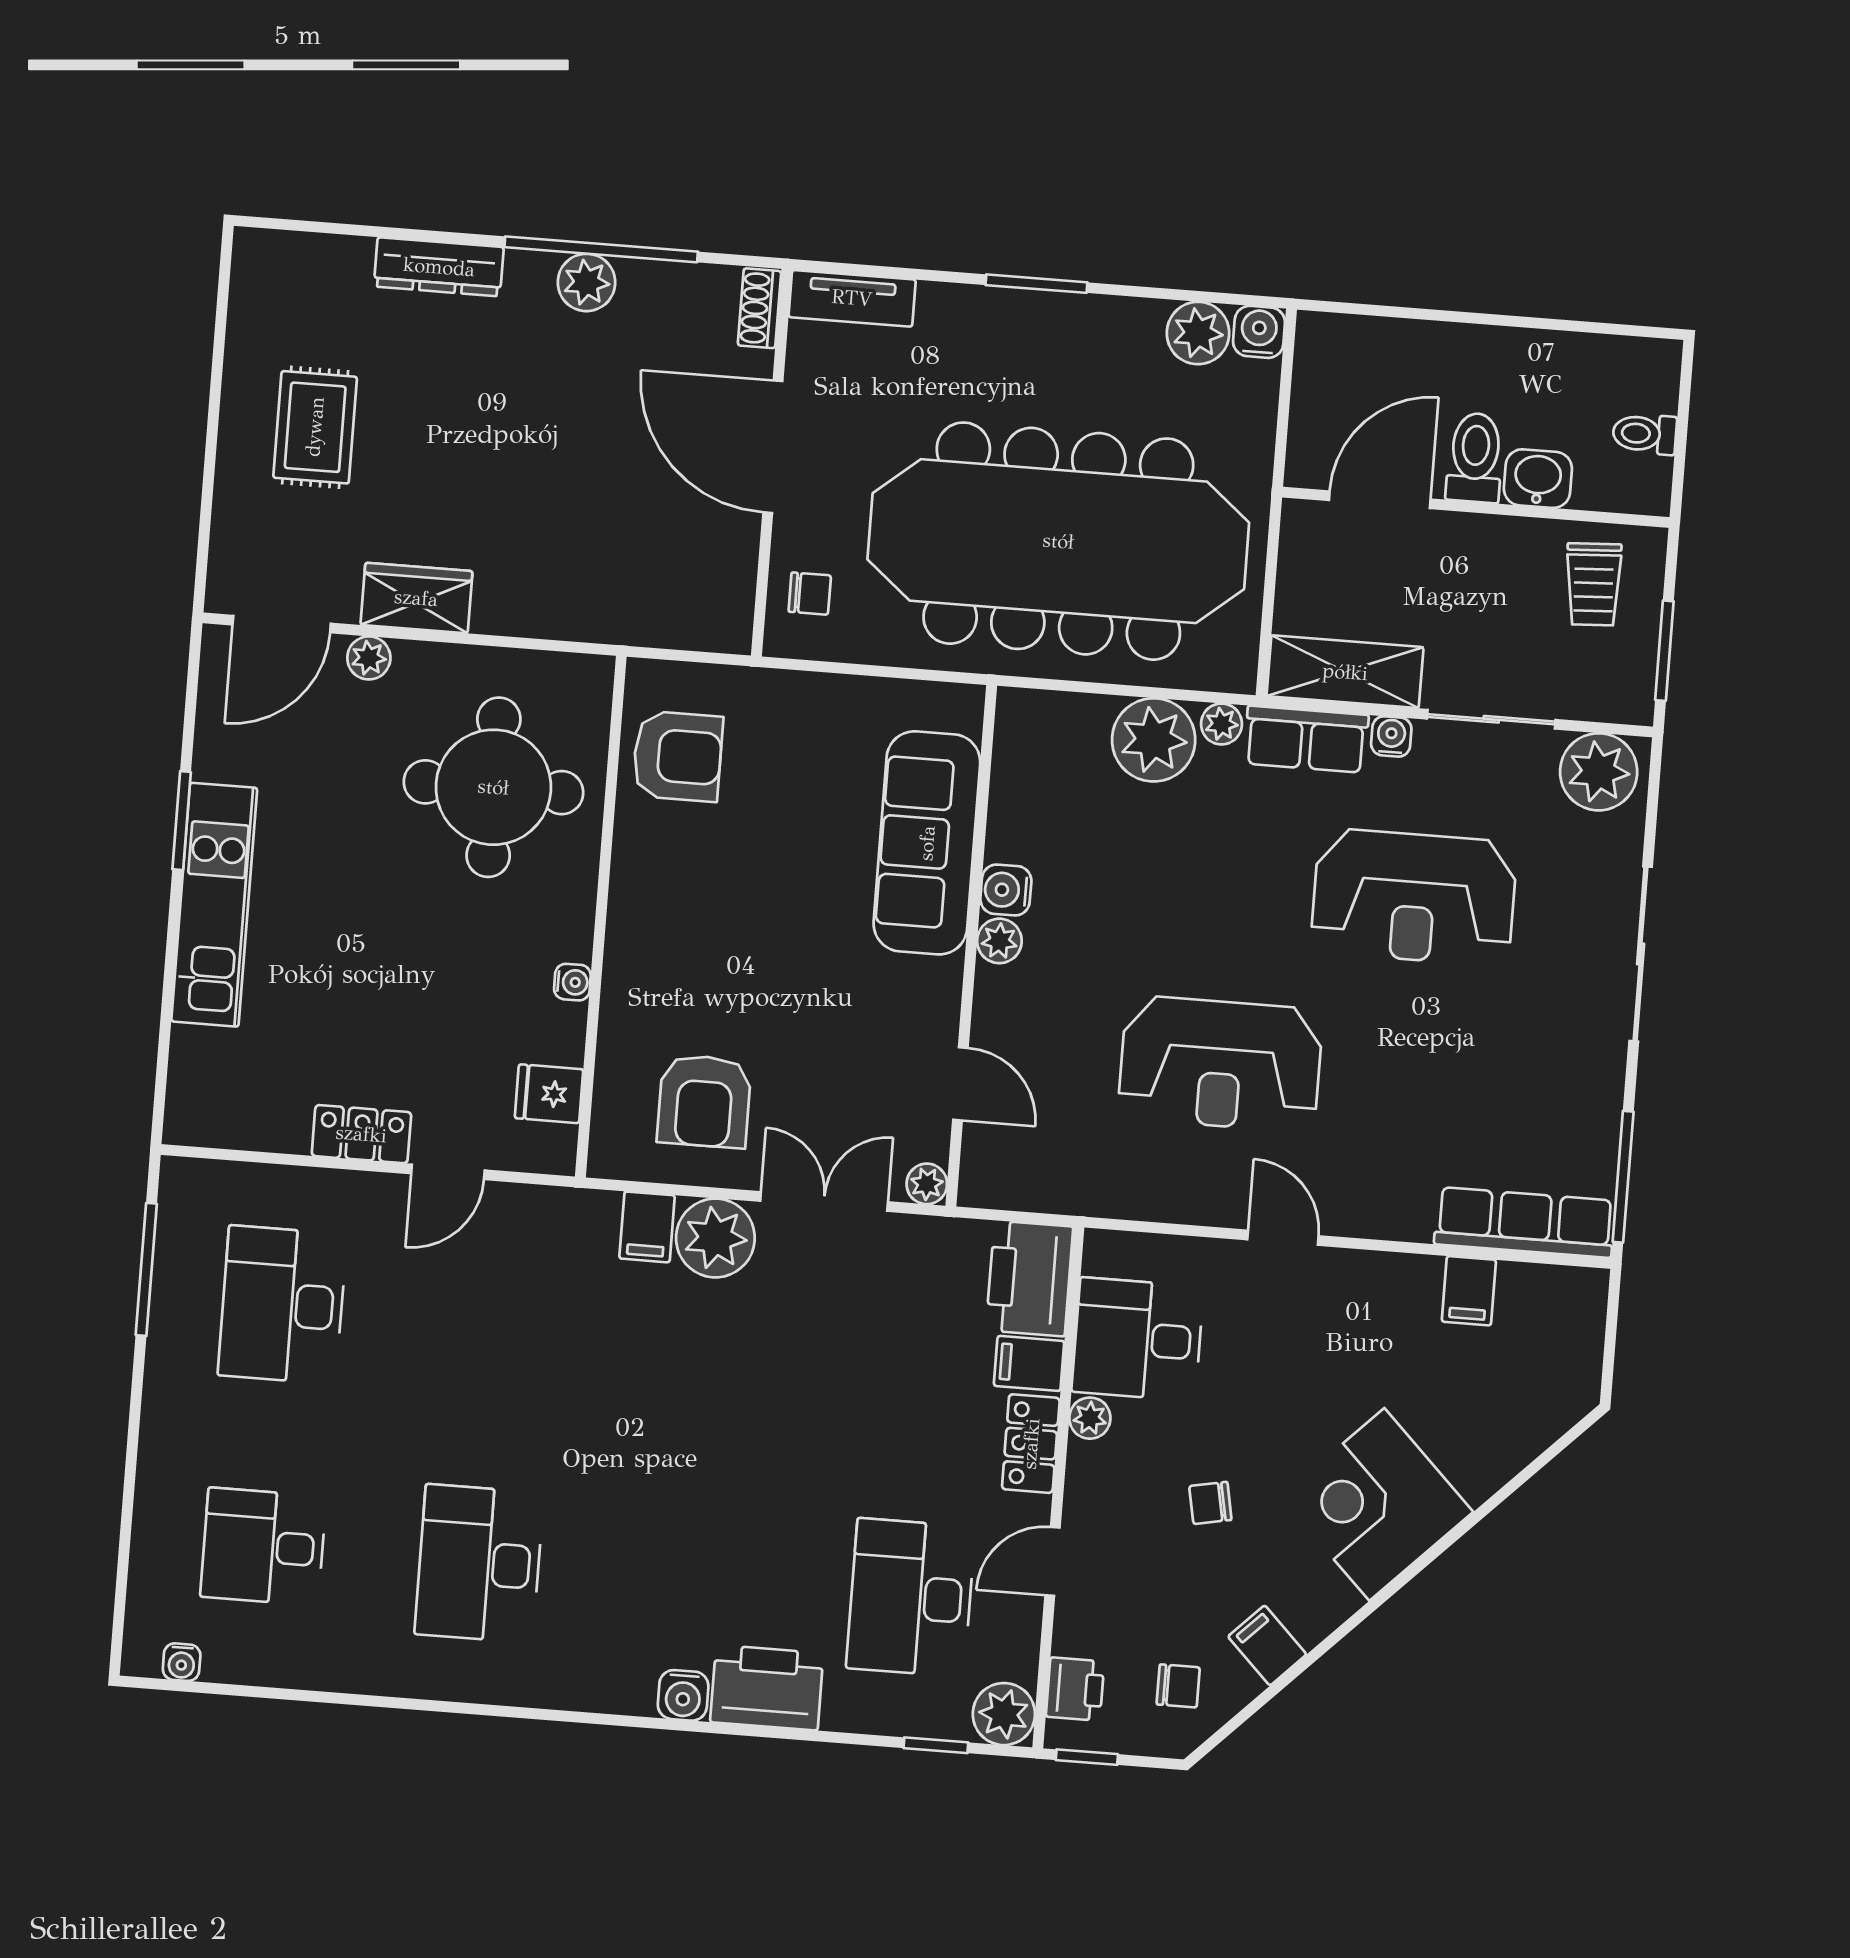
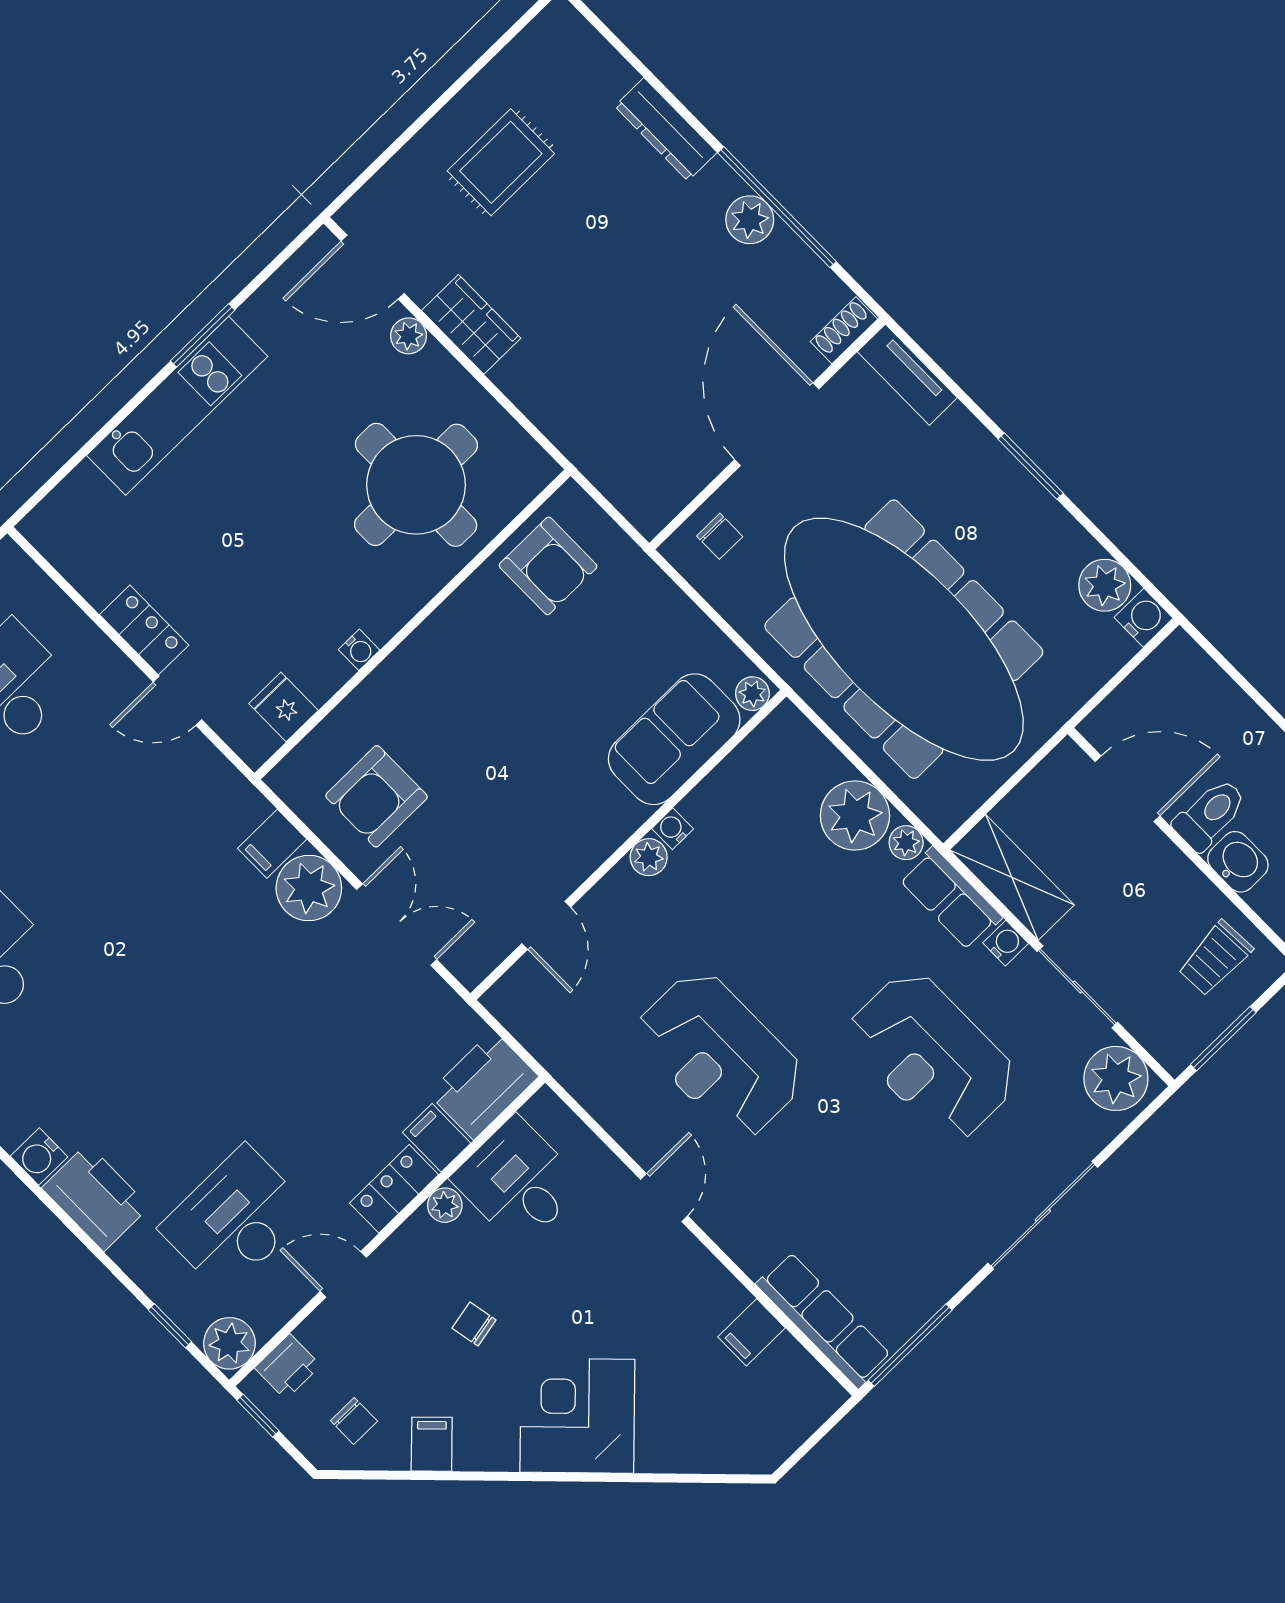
sofa: (927, 843) -> (674, 739), width x0.73
water cooler: (1006, 890) -> (673, 829), width x0.72, depth x0.72
plant: (927, 1184) -> (752, 694), moved

